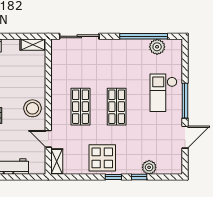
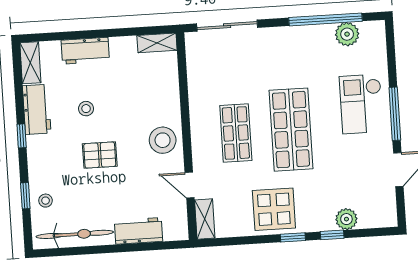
shop shelf: (117, 107) -> (291, 130), width x1.43, depth x1.36

